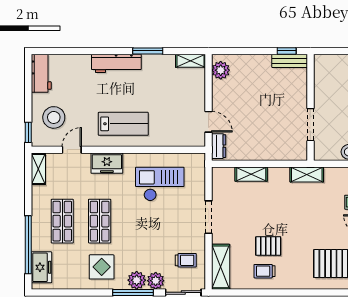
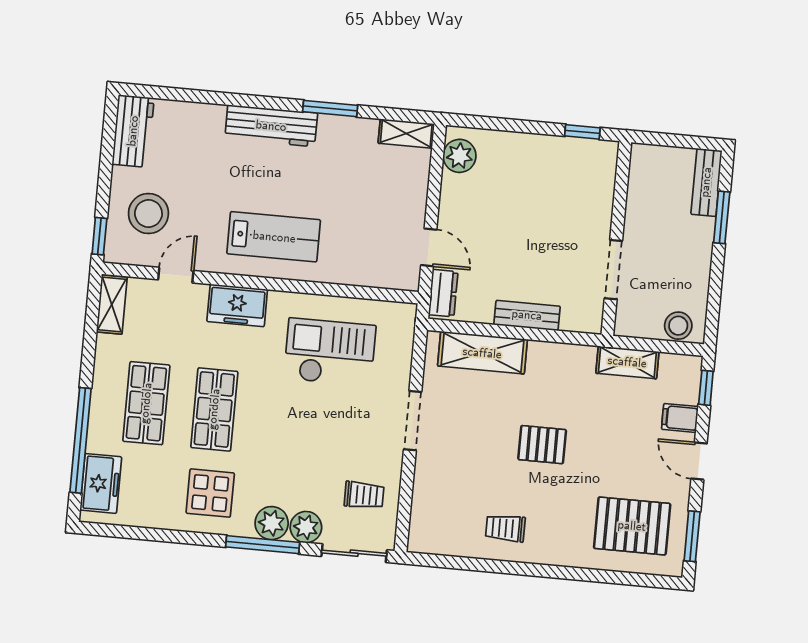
bench: (290, 61) -> (527, 315), moved
shelving: (251, 174) -> (482, 353), width x1.50, depth x1.33
shelving: (307, 174) -> (627, 362), moved
pallet: (268, 246) -> (542, 445), moved
shelving: (221, 267) -> (426, 513), removed

